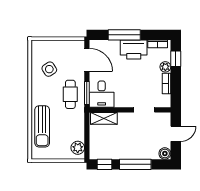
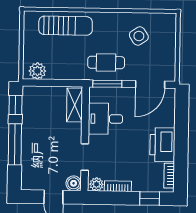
window: (124, 35) -> (181, 133), removed
plant: (165, 67) -> (96, 184), moved
desk: (102, 94) -> (105, 119), moved
sun lounger: (42, 126) -> (66, 26), turned 180
boiler: (165, 153) -> (74, 183), moved

